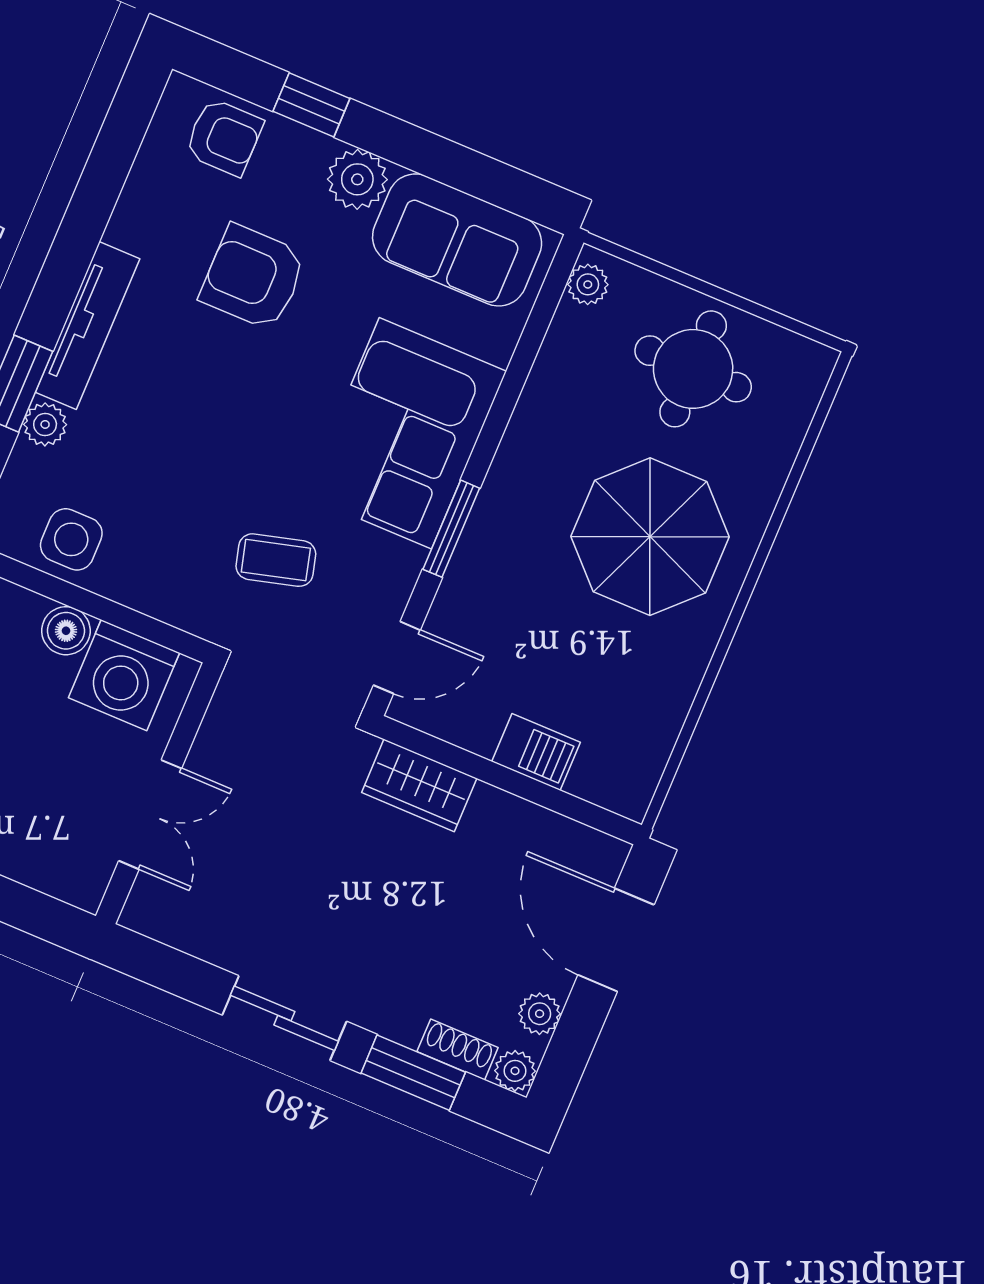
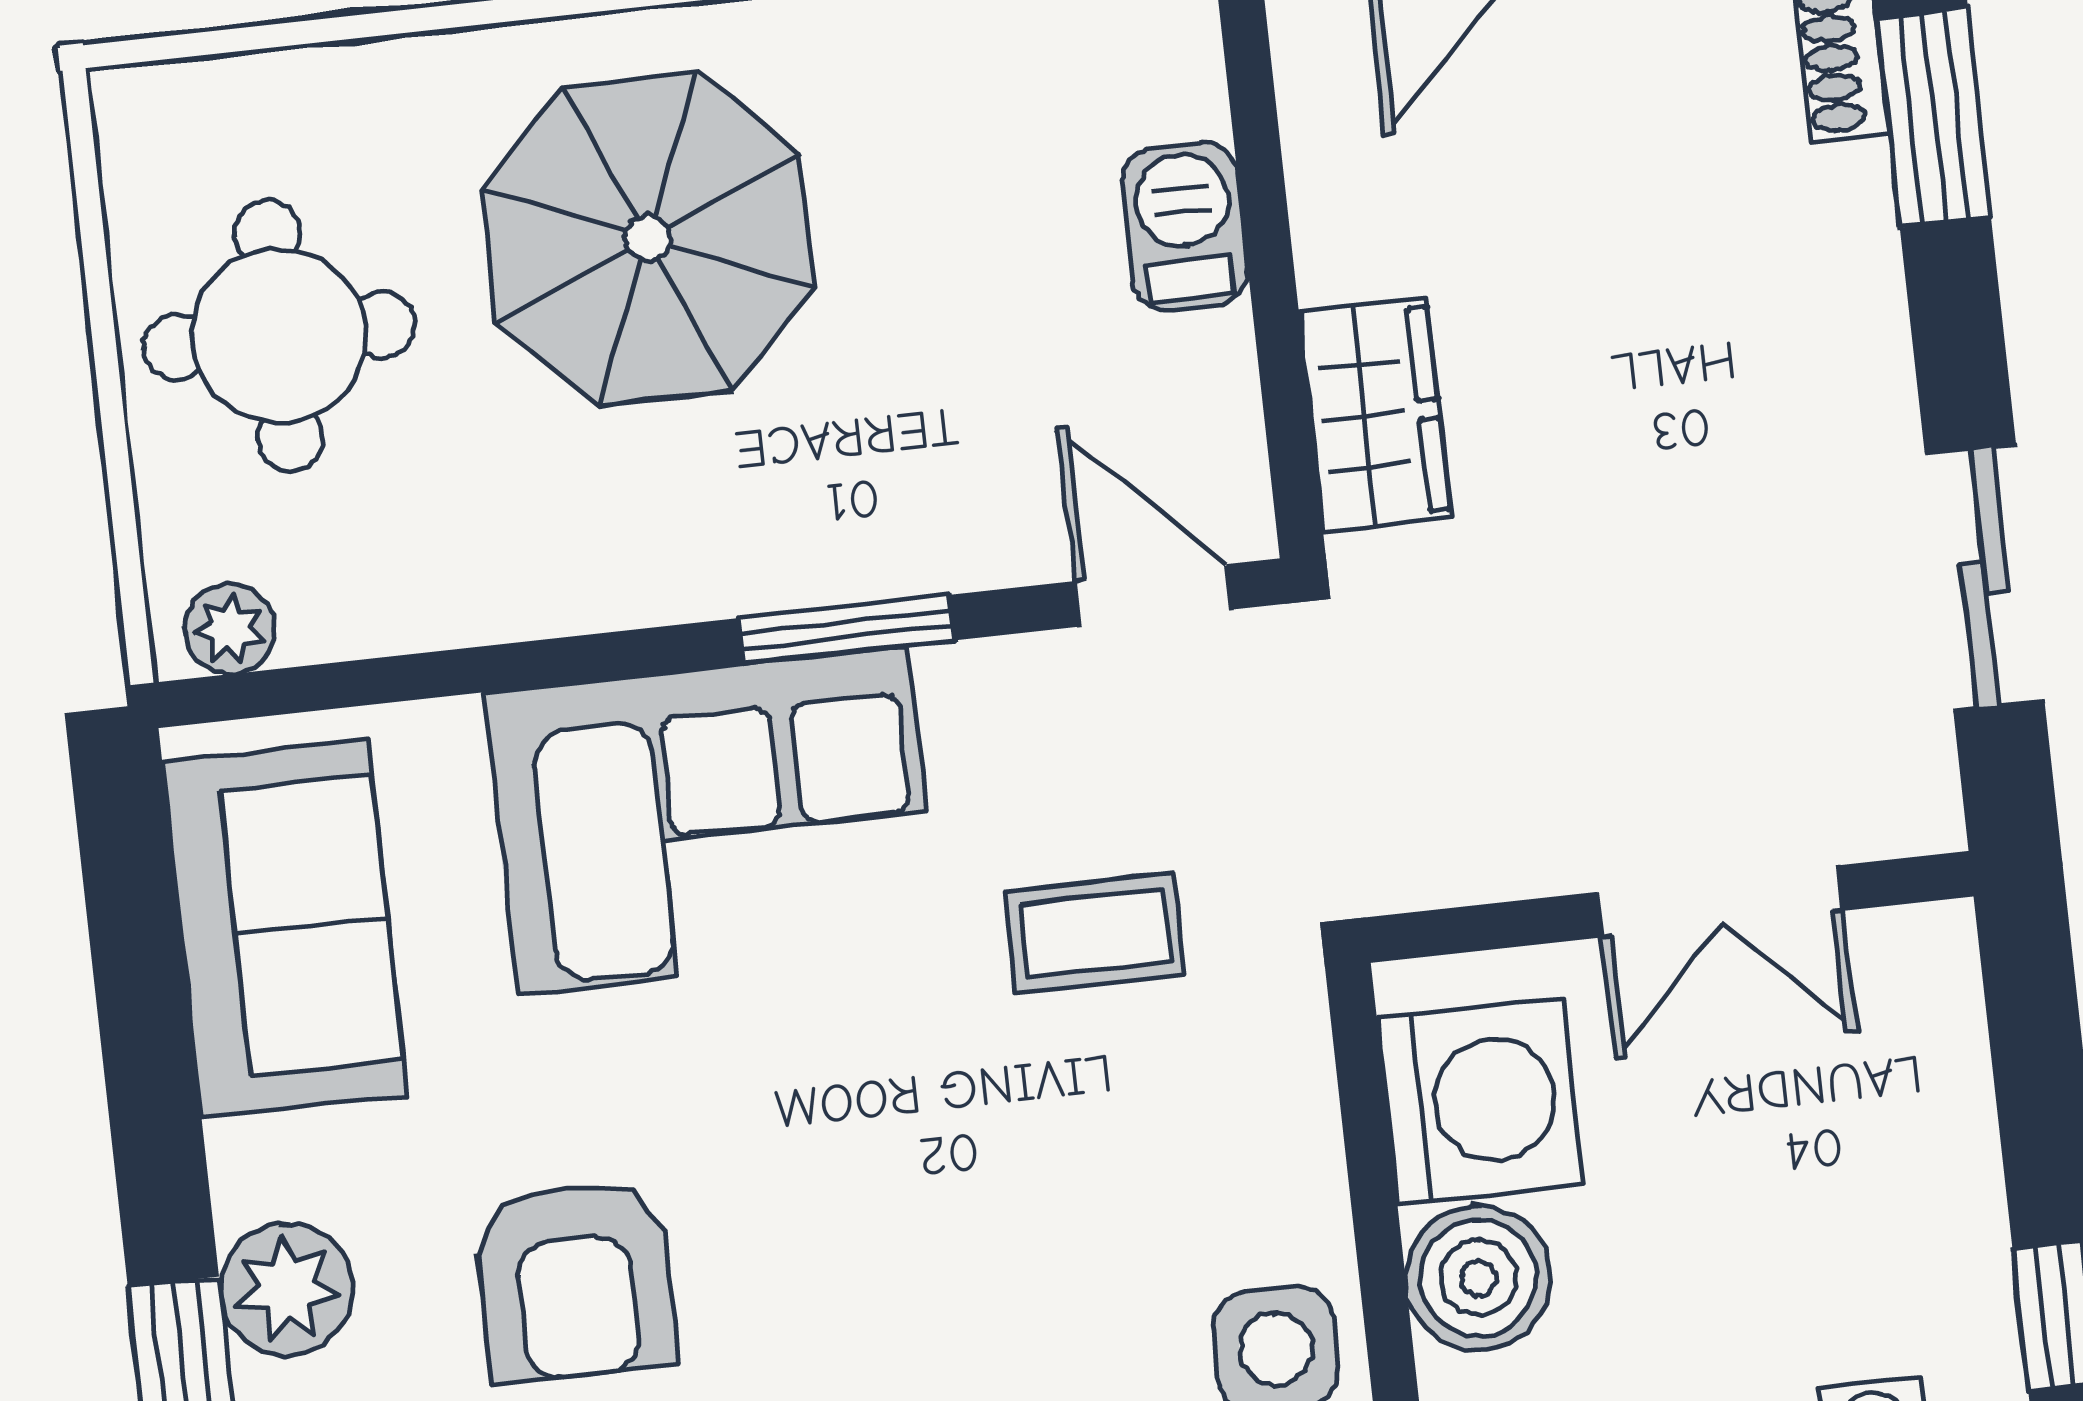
plant: (357, 179) -> (287, 1289), moved
coffee table: (276, 560) -> (1095, 933), turned -75
boiler: (66, 631) -> (1478, 1278), width x1.36, depth x1.36
double door: (150, 815) -> (1720, 901), swing flipped
sliding door: (284, 1018) -> (1985, 577), moved

